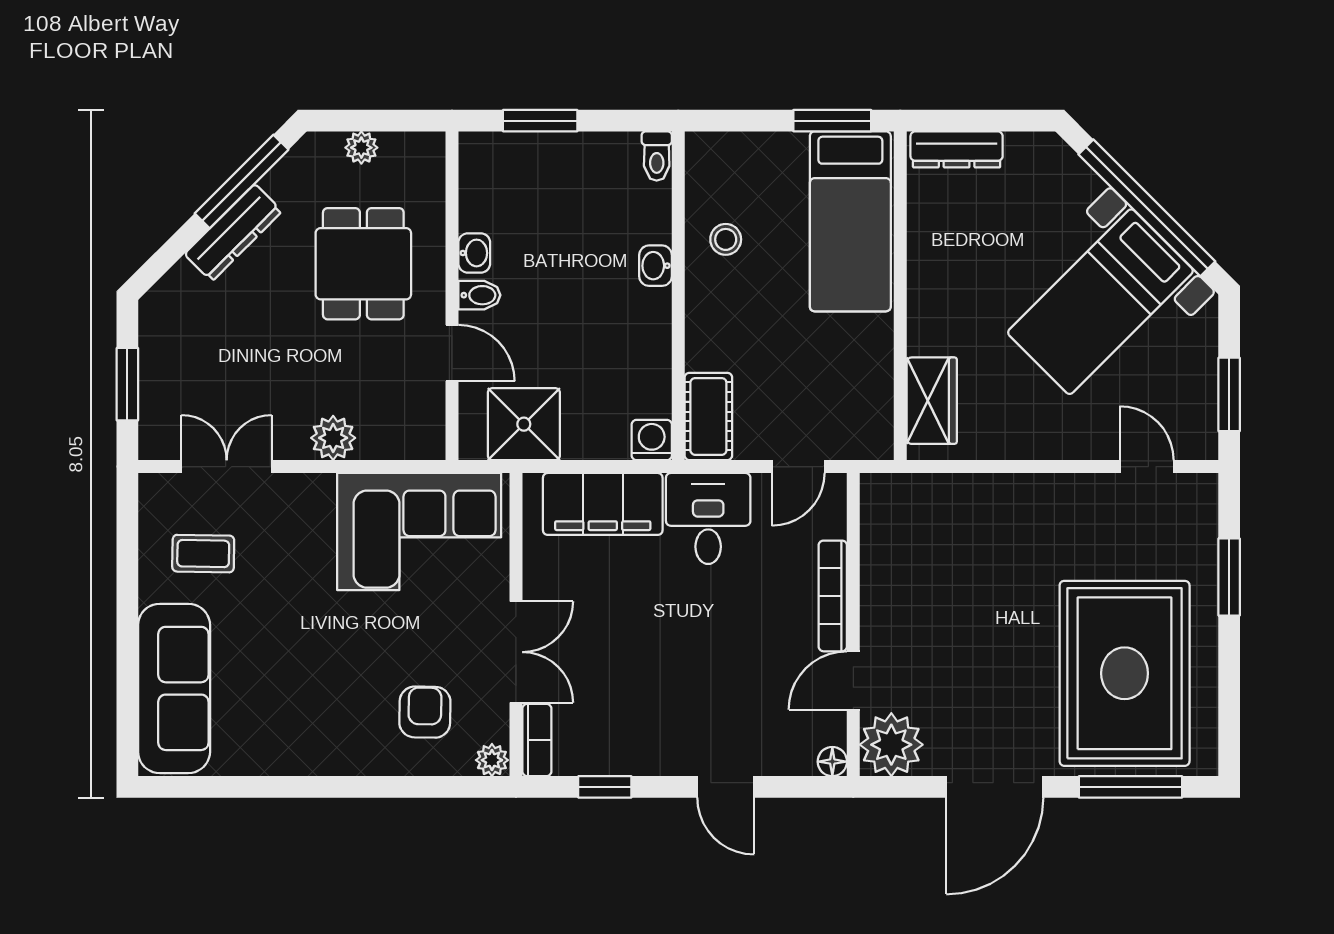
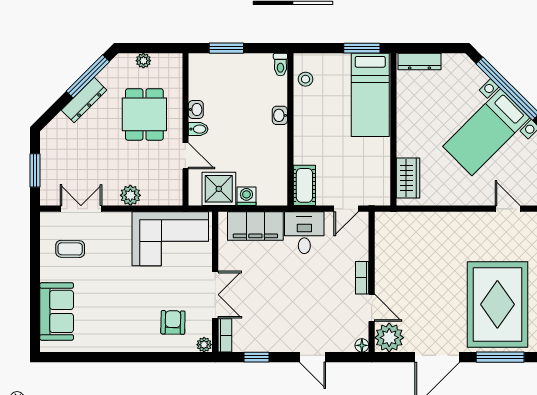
stool: (726, 239) -> (306, 79), moved
washing machine: (652, 440) -> (246, 196), moved
bookcase: (833, 596) -> (362, 278), width x0.64
door: (853, 680) -> (372, 308), swing flipped
sofa: (174, 688) -> (57, 311), width x0.73

